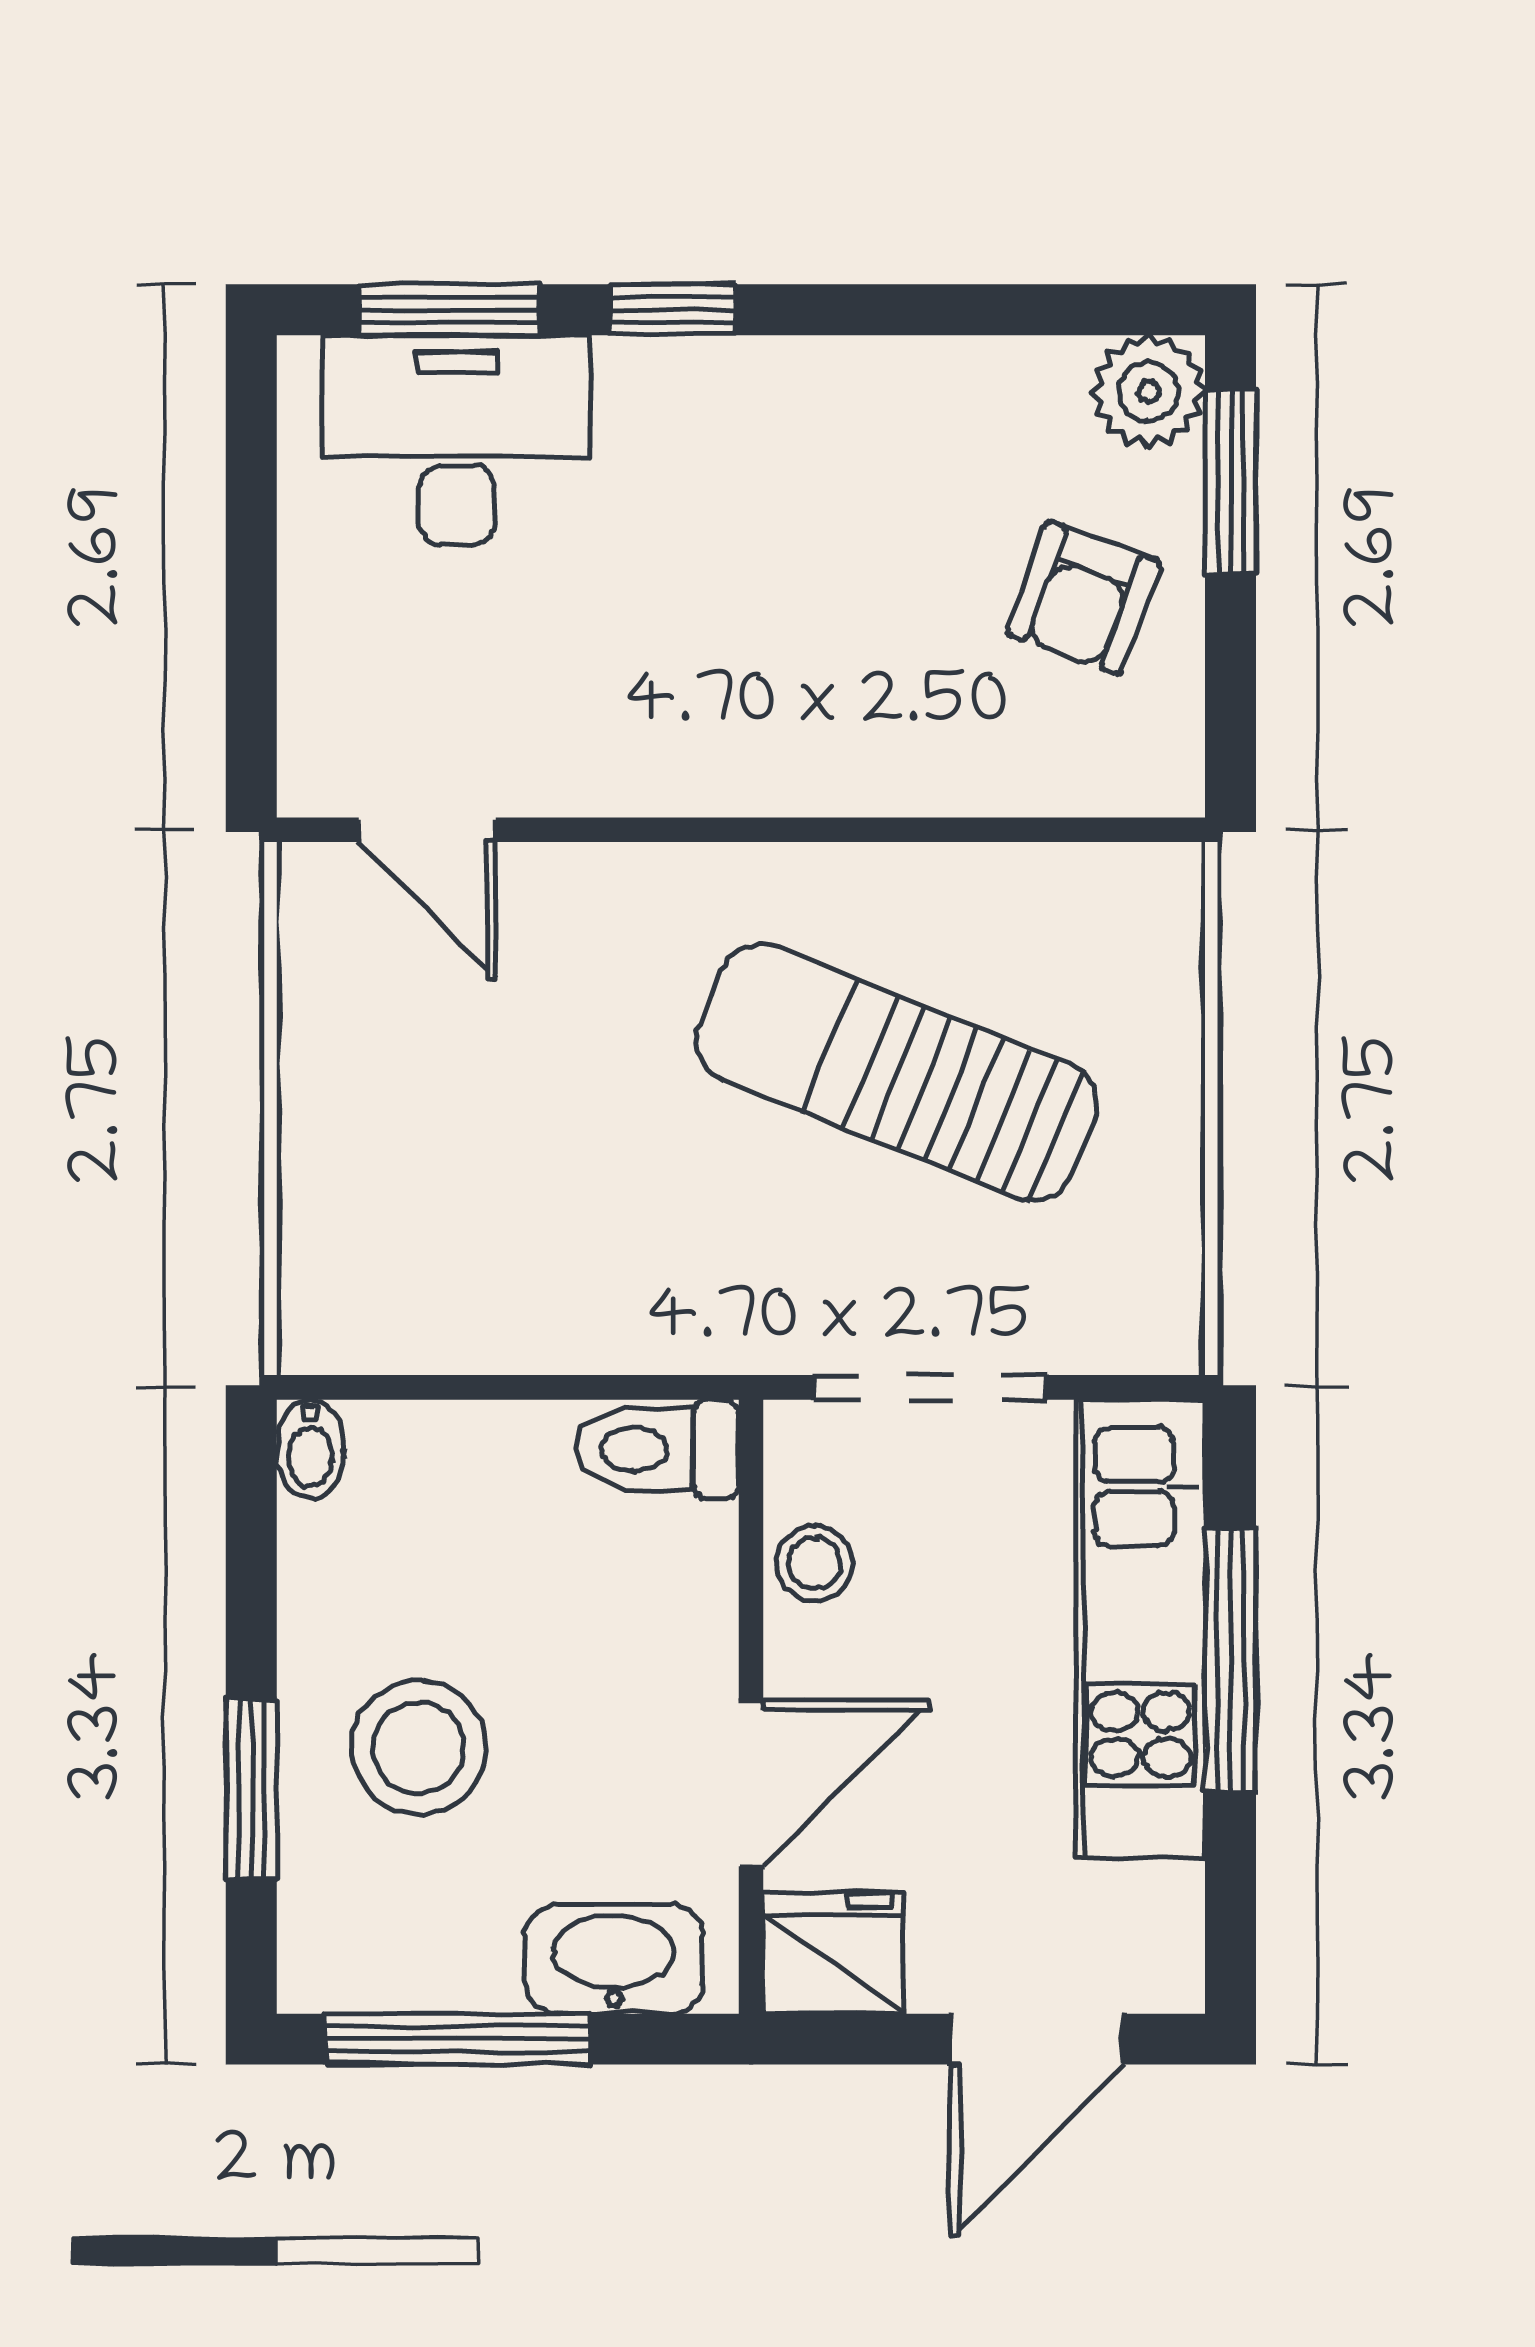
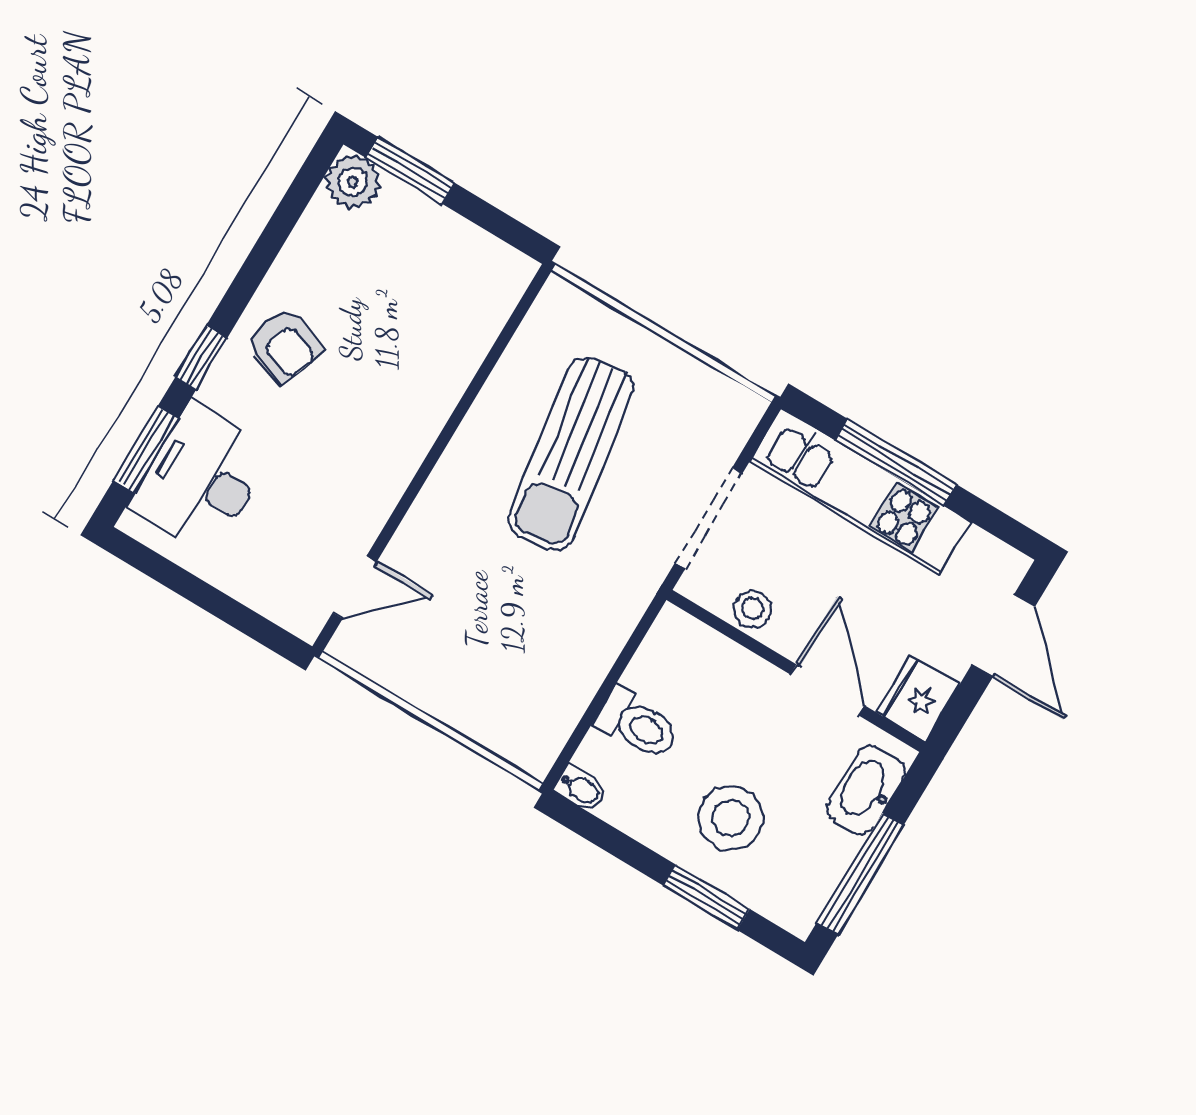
armchair: (1083, 598) -> (285, 346), moved
sun lounger: (897, 1072) -> (571, 454), turned -31
toilet: (657, 1449) -> (637, 724), moved, turned -90

